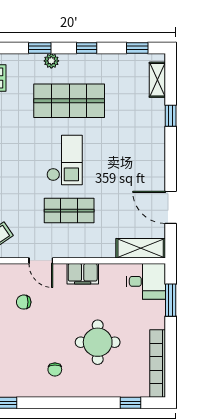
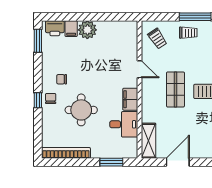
door: (41, 261) -> (140, 69), swing flipped
desk: (146, 281) -> (124, 124), moved, turned -90
chair: (24, 302) -> (51, 98), moved
window: (130, 403) -> (38, 100), moved

